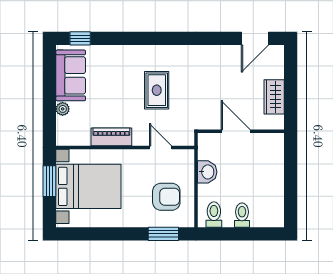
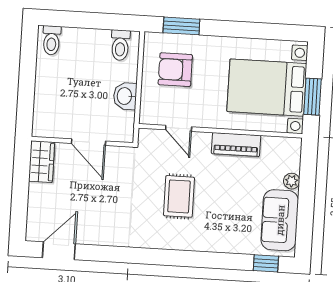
wardrobe: (274, 97) -> (42, 162), moved
toilet: (242, 215) -> (52, 40), moved

